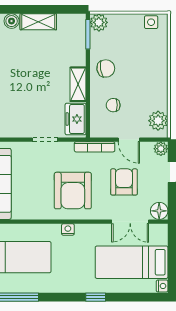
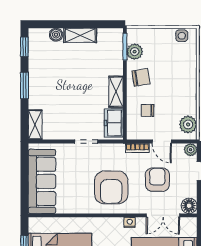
plant: (99, 22) -> (135, 52), moved
bookcase: (95, 147) -> (137, 148), width x0.64
nightstand: (68, 229) -> (130, 222), moved

